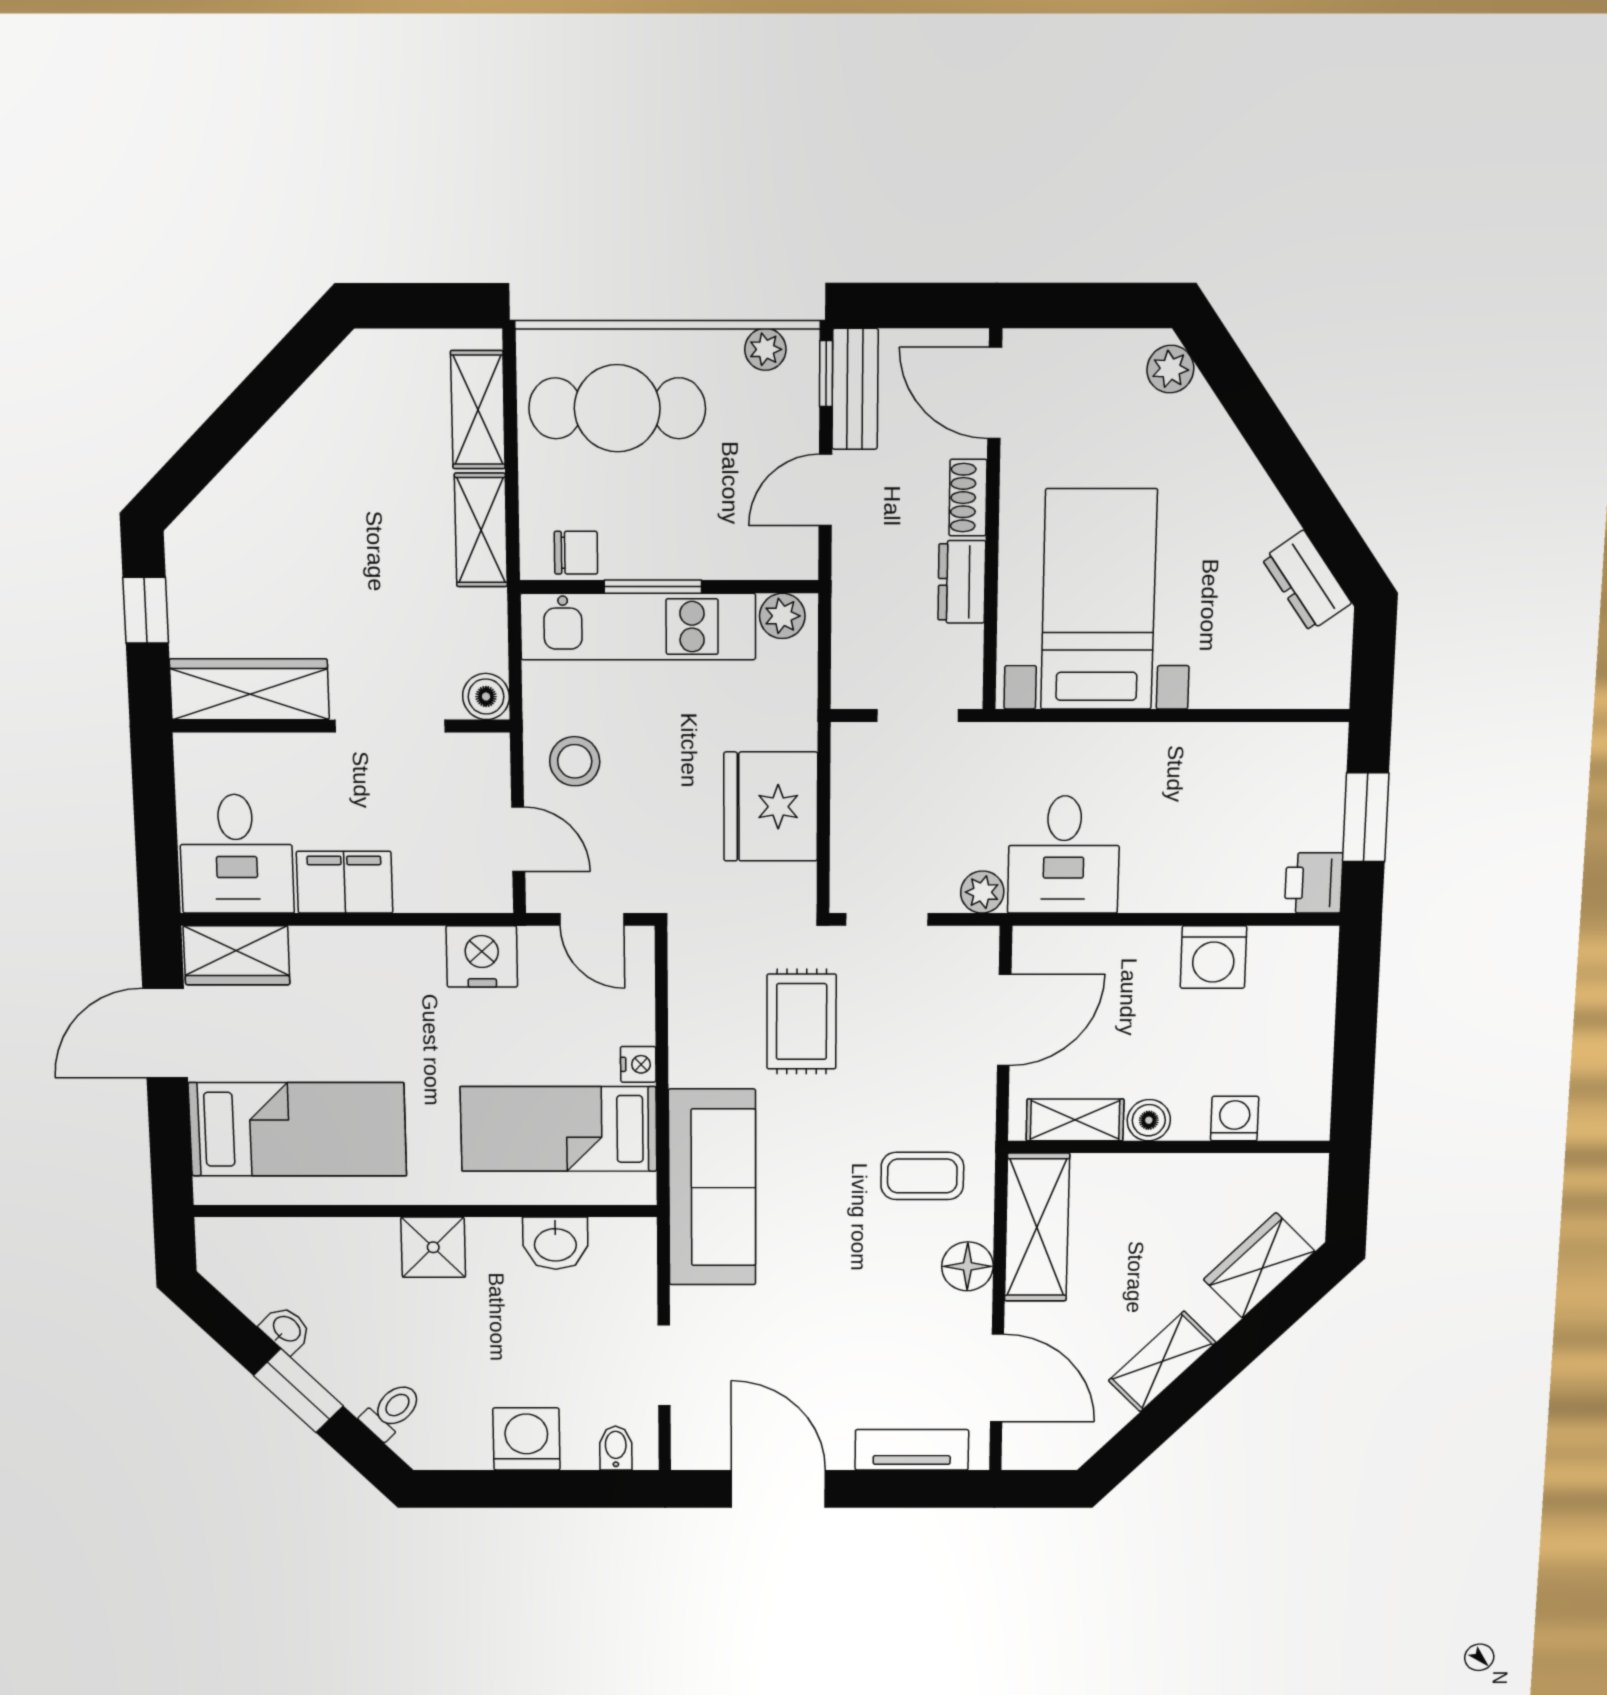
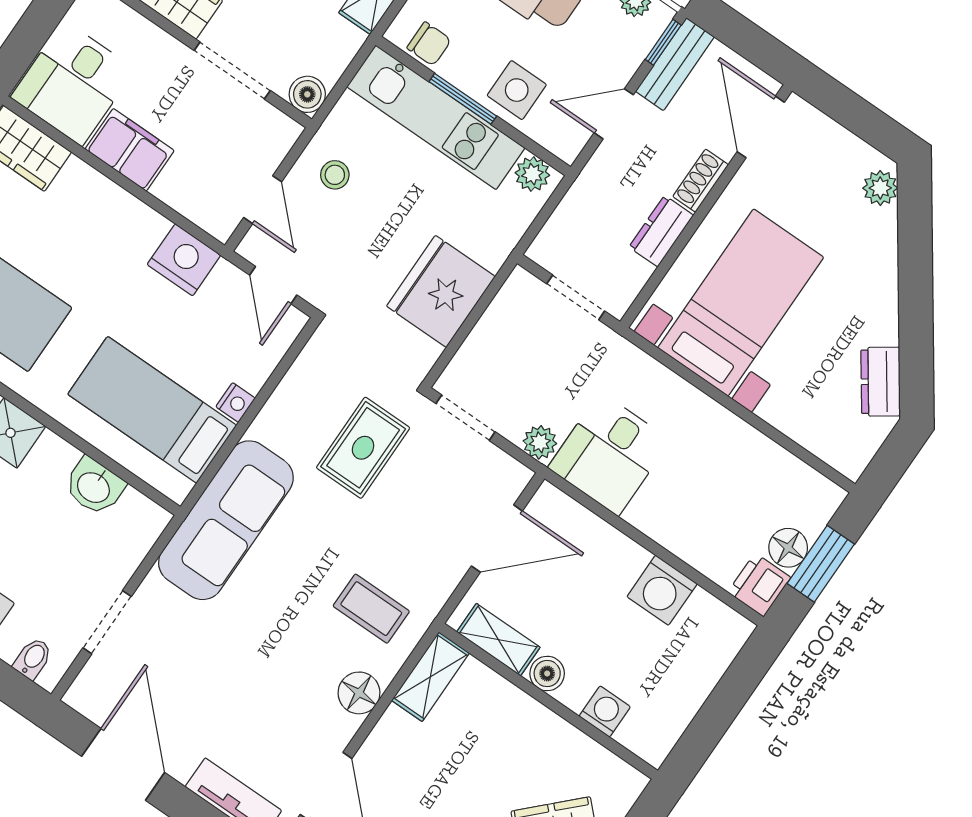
side table: (704, 537) -> (517, 90), added
stool: (575, 761) -> (335, 175), width x0.73, depth x0.73
floor lamp: (1320, 824) -> (788, 548), added
shelving: (1037, 1227) -> (430, 677), width x0.67, depth x0.75

